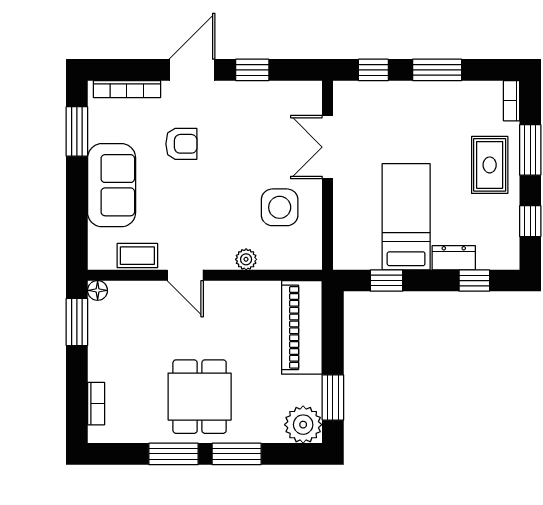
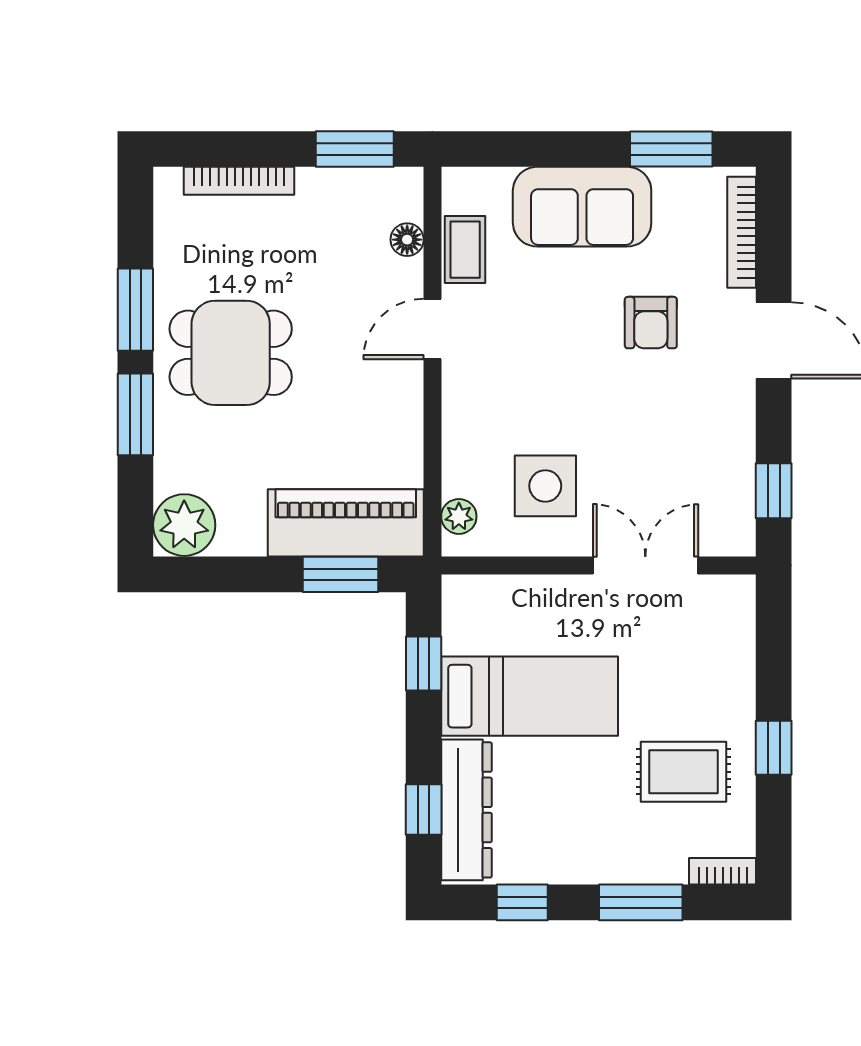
window: (252, 70) -> (774, 491), moved
window: (373, 70) -> (774, 642), removed
window: (437, 70) -> (774, 748), width x0.67
rug: (490, 165) -> (683, 772), moved
dresser: (454, 258) -> (466, 810), width x1.96, depth x1.24
plant: (246, 259) -> (459, 516), moved
floor lamp: (98, 290) -> (407, 240), moved
window: (333, 397) -> (340, 574), moved
bookcase: (96, 404) -> (239, 181), width x1.56

